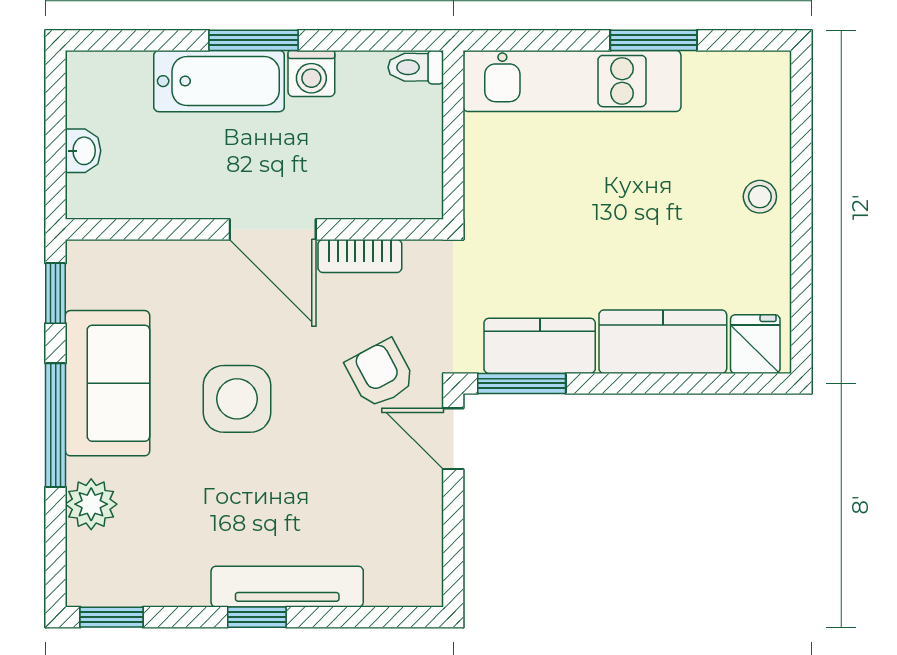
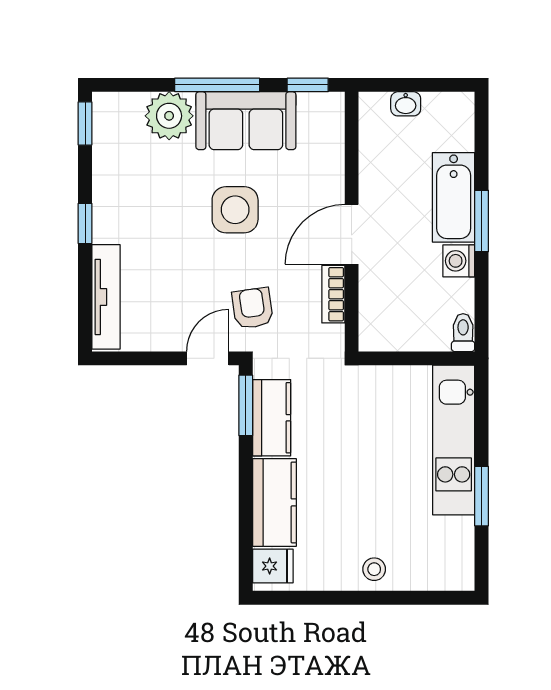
armchair: (380, 374) -> (252, 308), turned -70
plant: (91, 504) -> (169, 116), width x1.36, depth x1.36
tv unit: (287, 587) -> (106, 297), moved

